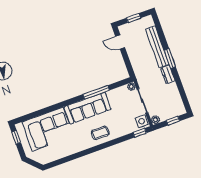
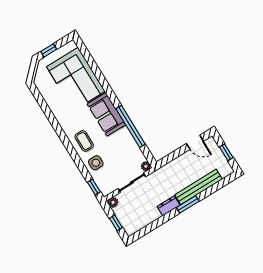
door: (120, 42) -> (195, 142), swing flipped
window: (96, 92) -> (131, 126), width x1.46
sofa: (87, 108) -> (106, 114), width x0.73
side table: (142, 121) -> (96, 163), moved
window: (16, 137) -> (49, 50), moved

